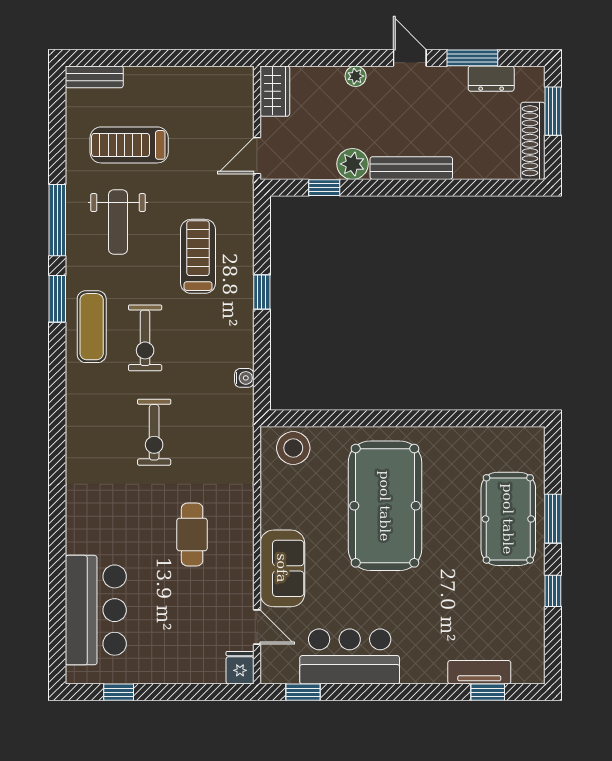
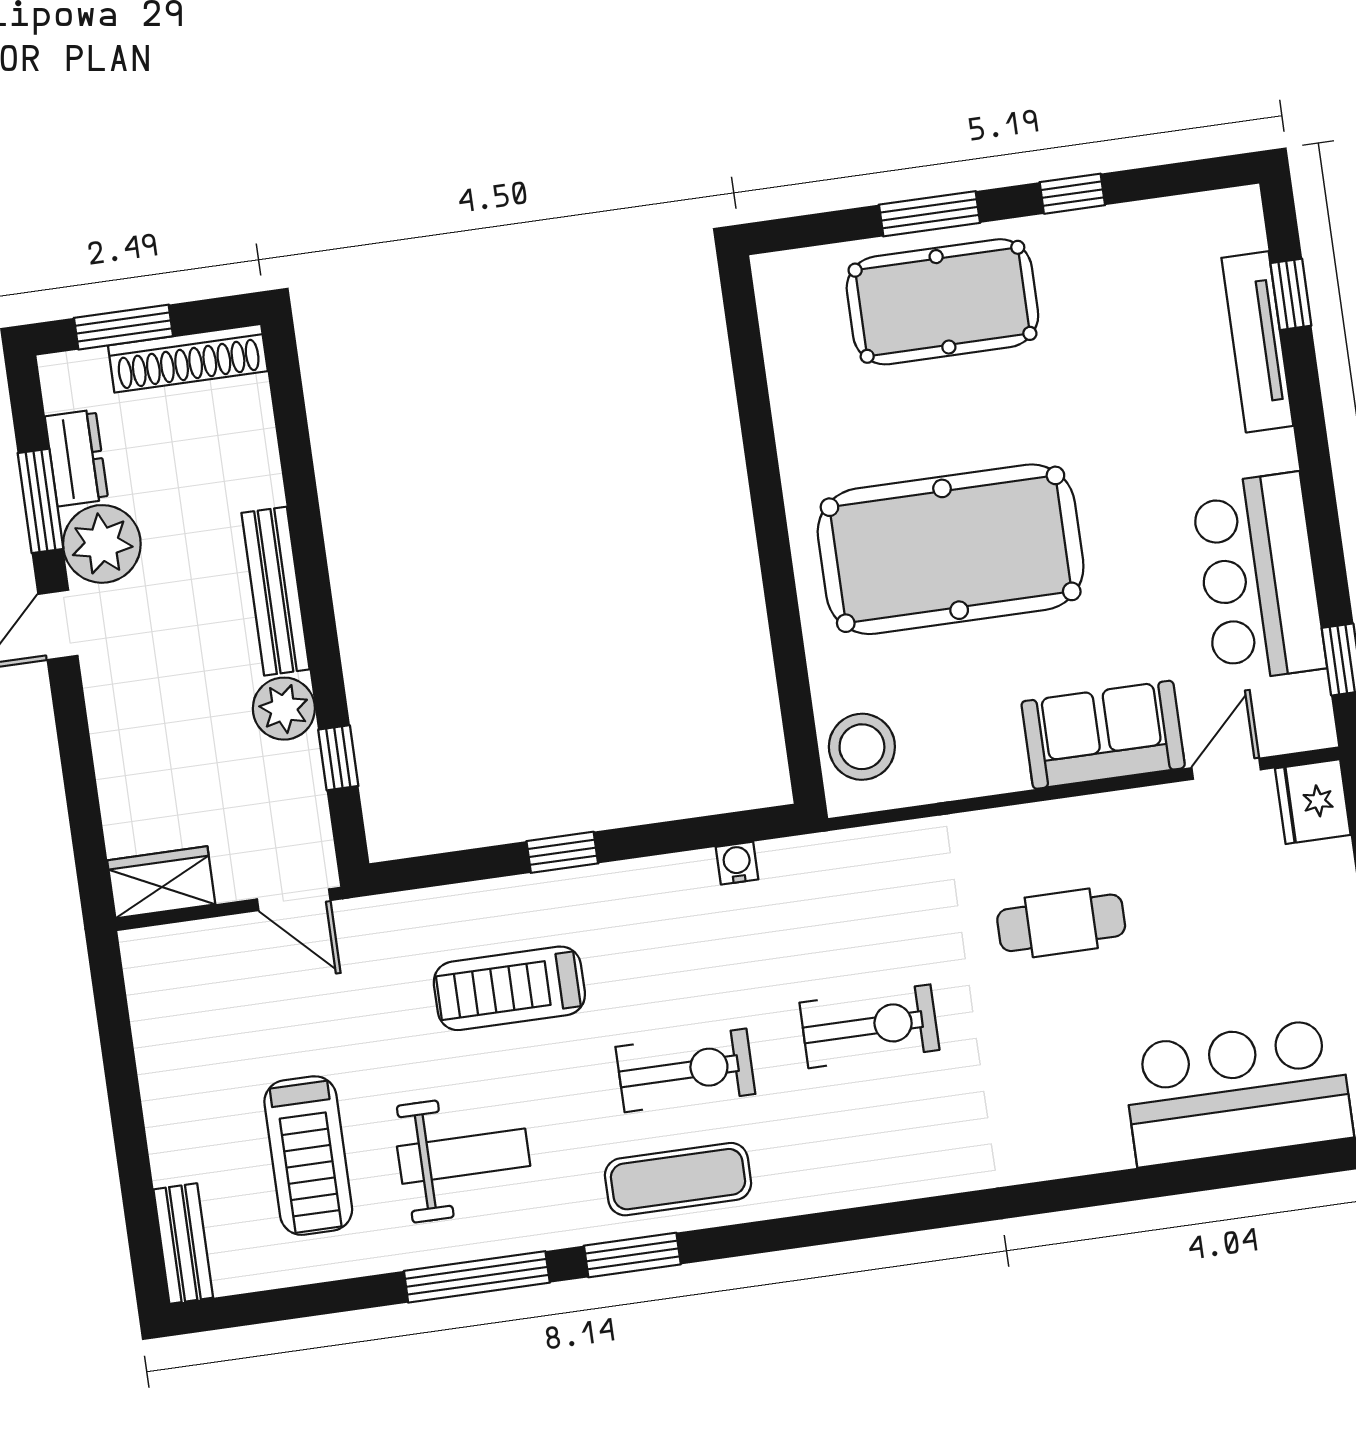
plant: (356, 76) -> (102, 544), moved, width x1.88, depth x1.88
fridge: (240, 668) -> (1313, 802), width x1.38
tv unit: (479, 672) -> (1257, 342), width x1.41

